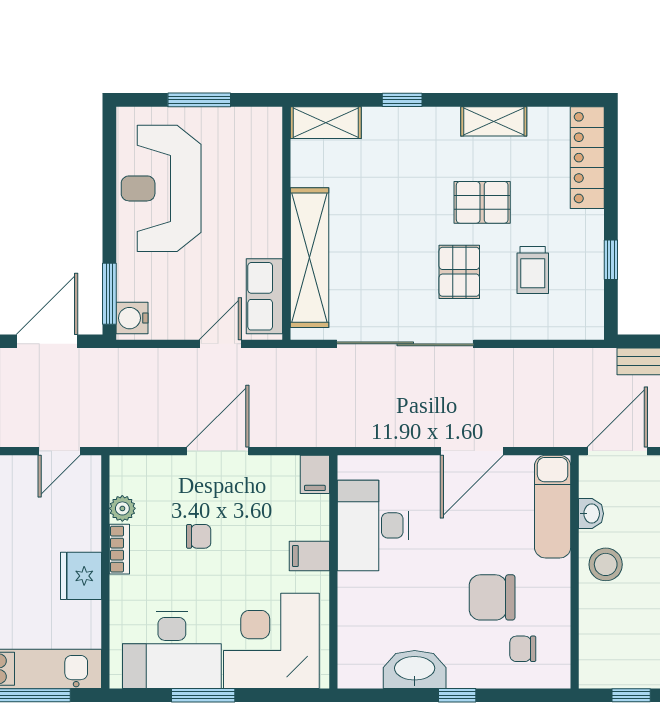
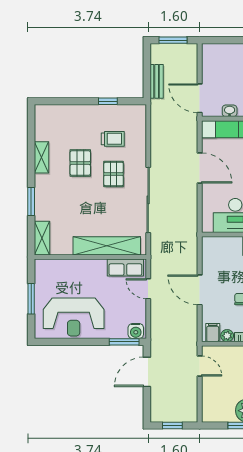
window: (402, 100) -> (31, 201), width x1.50
locker: (587, 158) -> (59, 113), removed
pallet: (459, 272) -> (114, 174), turned 90
door: (47, 341) -> (147, 372), hinge flipped
filing cabinet: (315, 474) -> (213, 333), moved, turned -90

